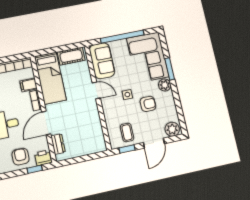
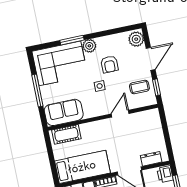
window: (122, 37) -> (37, 90), width x0.68
cot: (71, 56) -> (66, 134), moved, turned 90
door: (96, 90) -> (120, 114), moved
armchair: (148, 104) -> (109, 64), turned 180
door: (154, 143) -> (151, 59), hinge flipped

